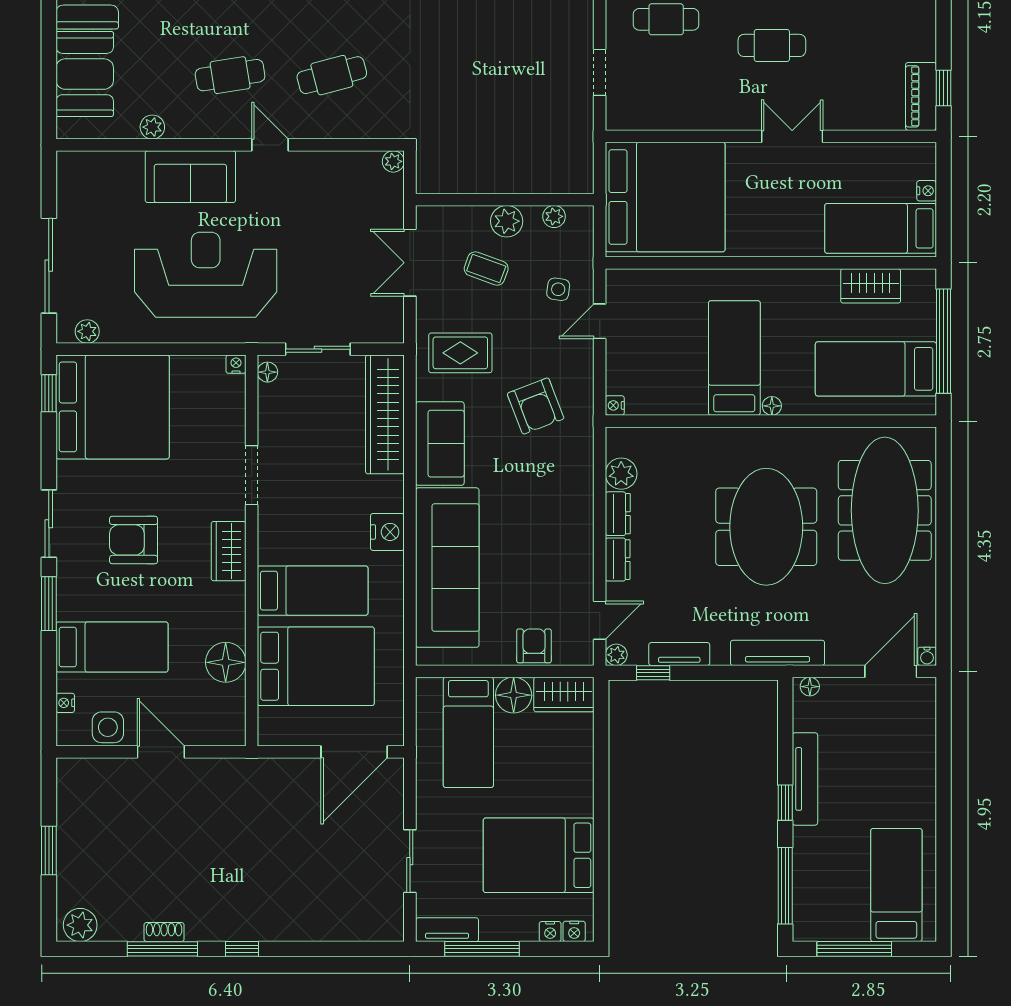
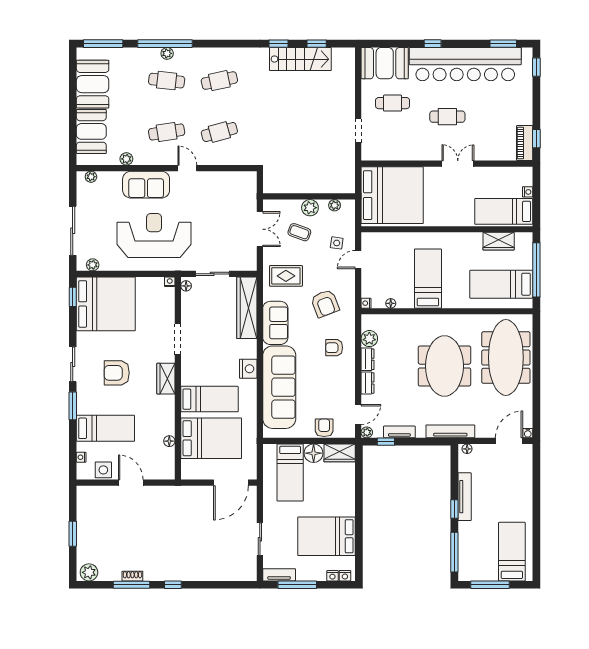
plant: (393, 161) -> (91, 177), moved
double door: (410, 263) -> (260, 229), swing flipped
floor lamp: (772, 406) -> (391, 303), moved
armchair: (553, 491) -> (334, 348), added
floor lamp: (226, 662) -> (169, 441), width x0.53, depth x0.53

